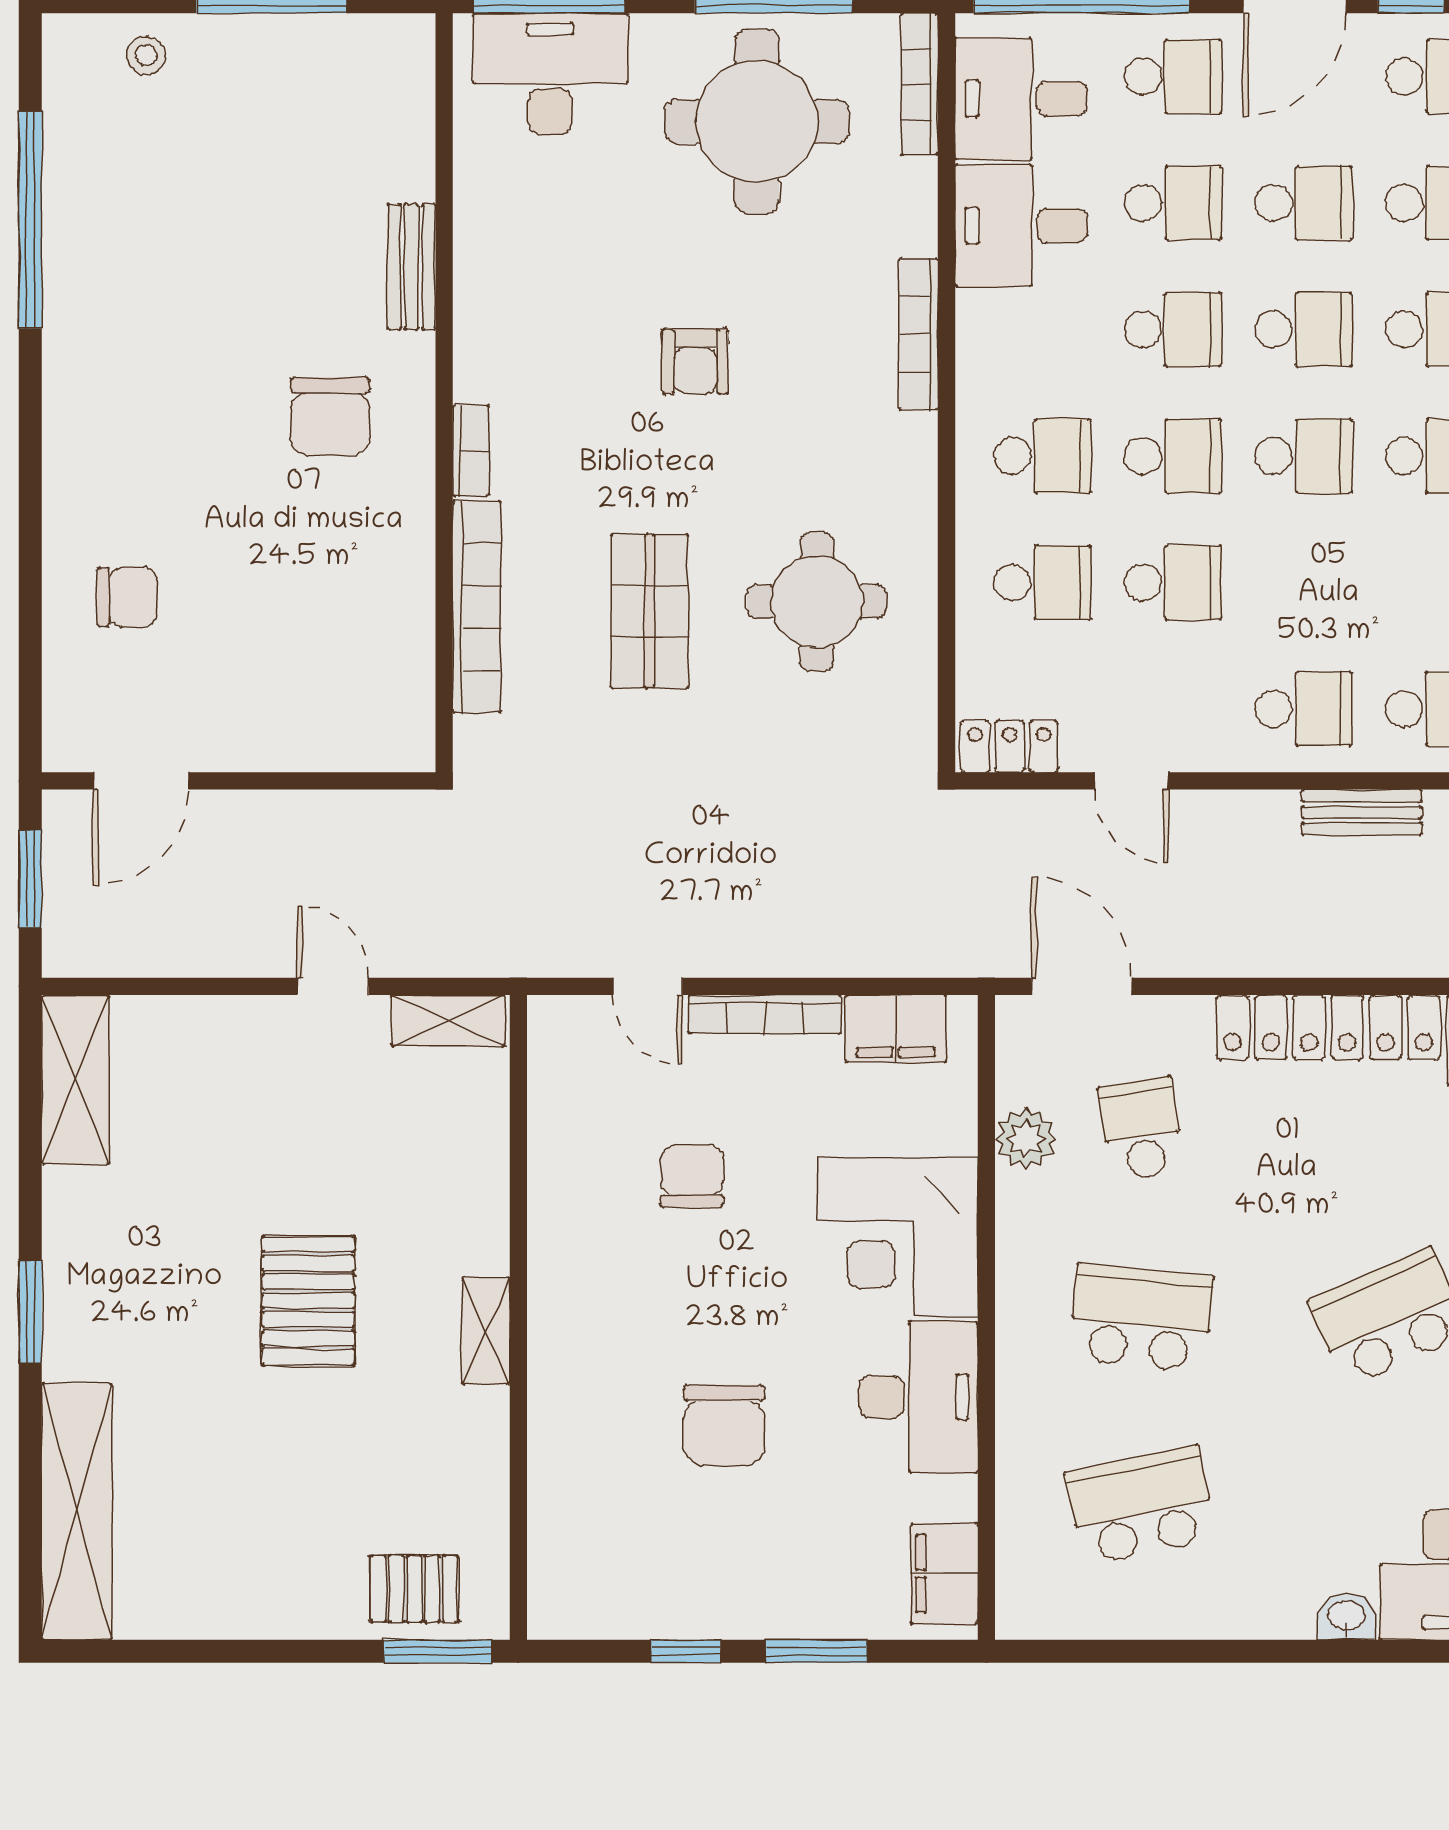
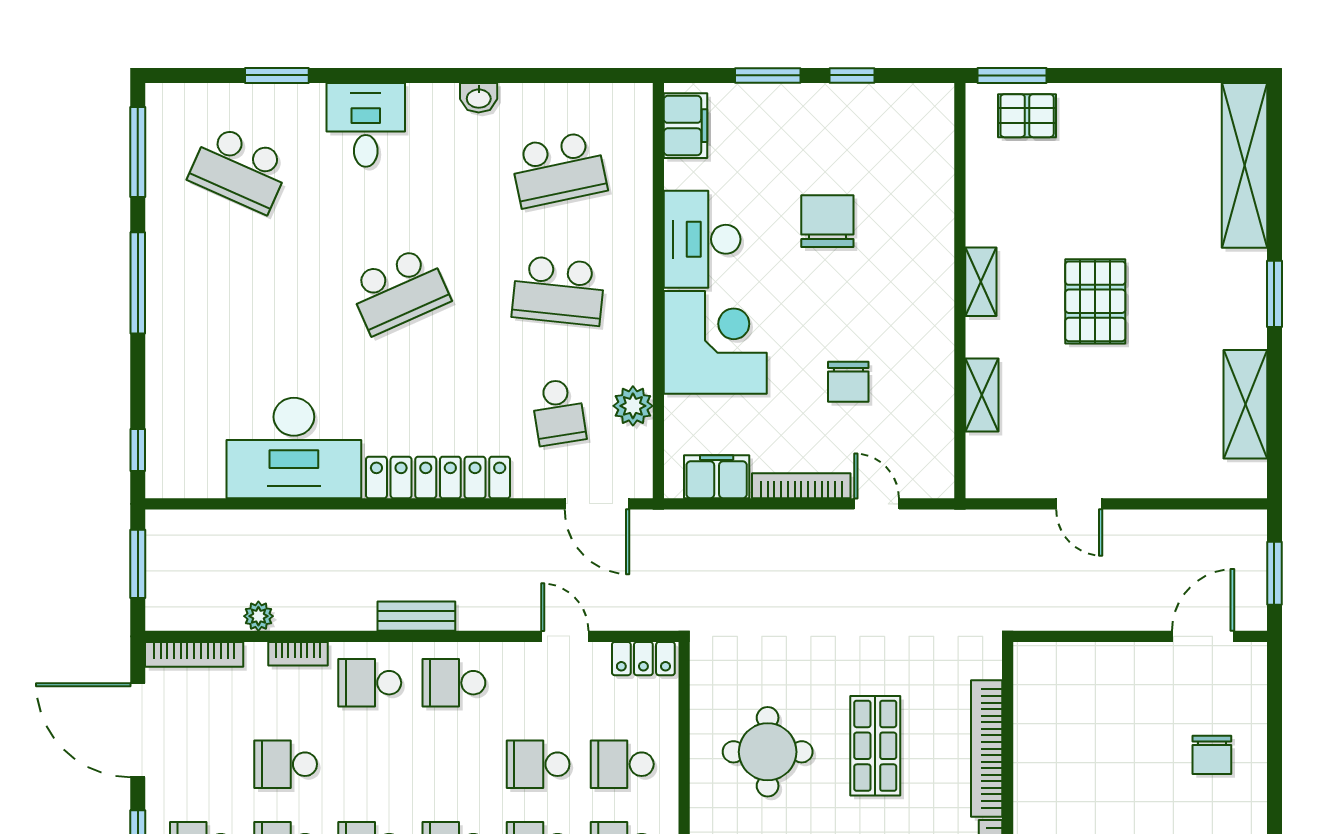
chair: (127, 597) -> (1212, 755), turned -90
shelving: (448, 1020) -> (982, 395), moved, turned 90
shelving: (75, 1080) -> (1245, 404), moved
washbasin: (1347, 1617) -> (479, 98), moved

